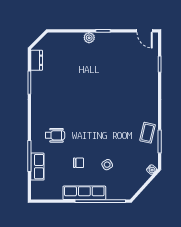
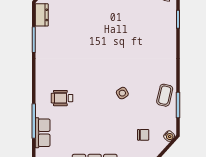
wheelchair: (55, 135) -> (62, 98), turned 180
chair: (79, 163) -> (143, 135), moved
side table: (107, 165) -> (122, 93), moved

